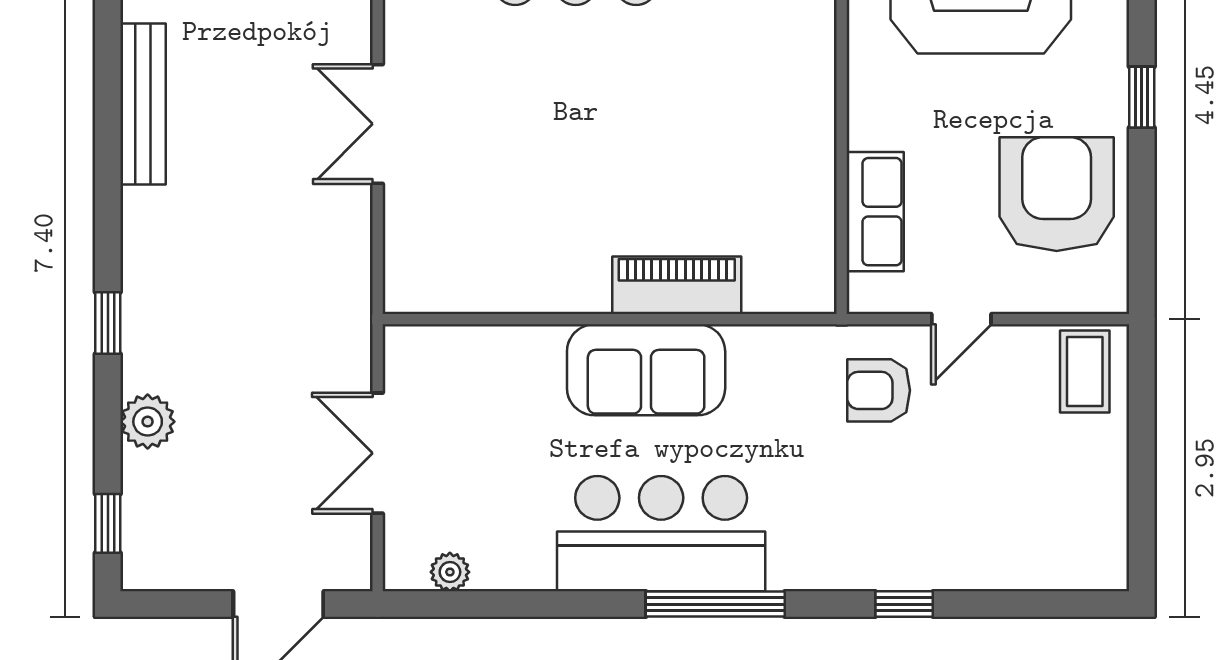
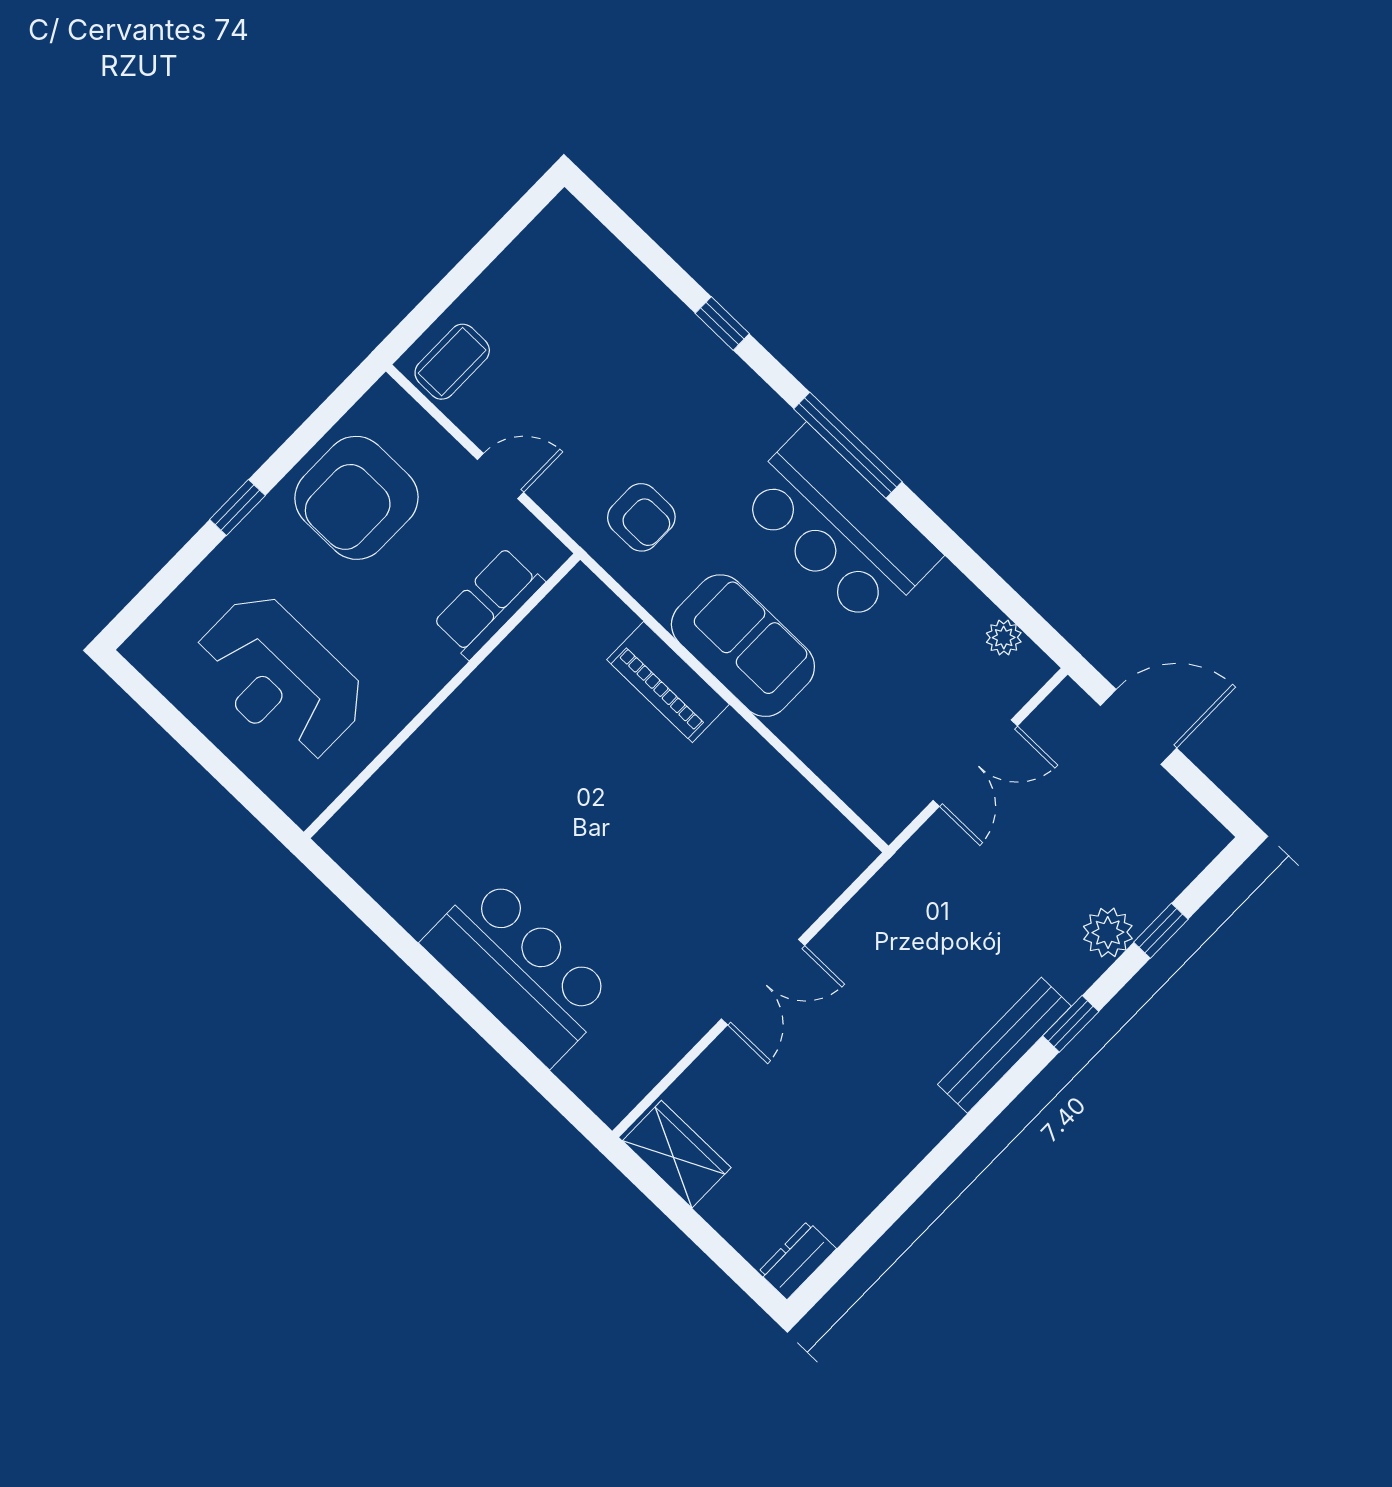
bench: (143, 104) -> (1004, 1045), moved
armchair: (879, 390) -> (641, 517), moved
window: (108, 523) -> (1161, 931), moved

